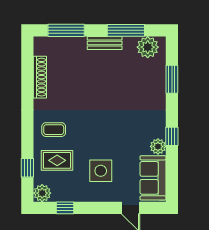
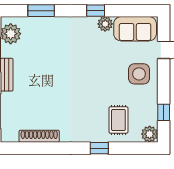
coffee table: (54, 130) -> (89, 123), removed
window: (27, 168) -> (99, 148), moved
side table: (101, 171) -> (139, 74), moved

